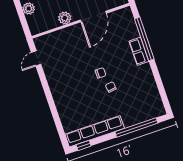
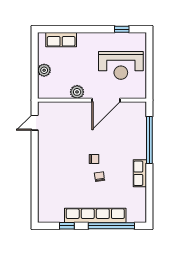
row of seats: (139, 51) -> (140, 173), moved
row of seats: (95, 131) -> (95, 215), moved
window: (84, 145) -> (67, 226), moved

